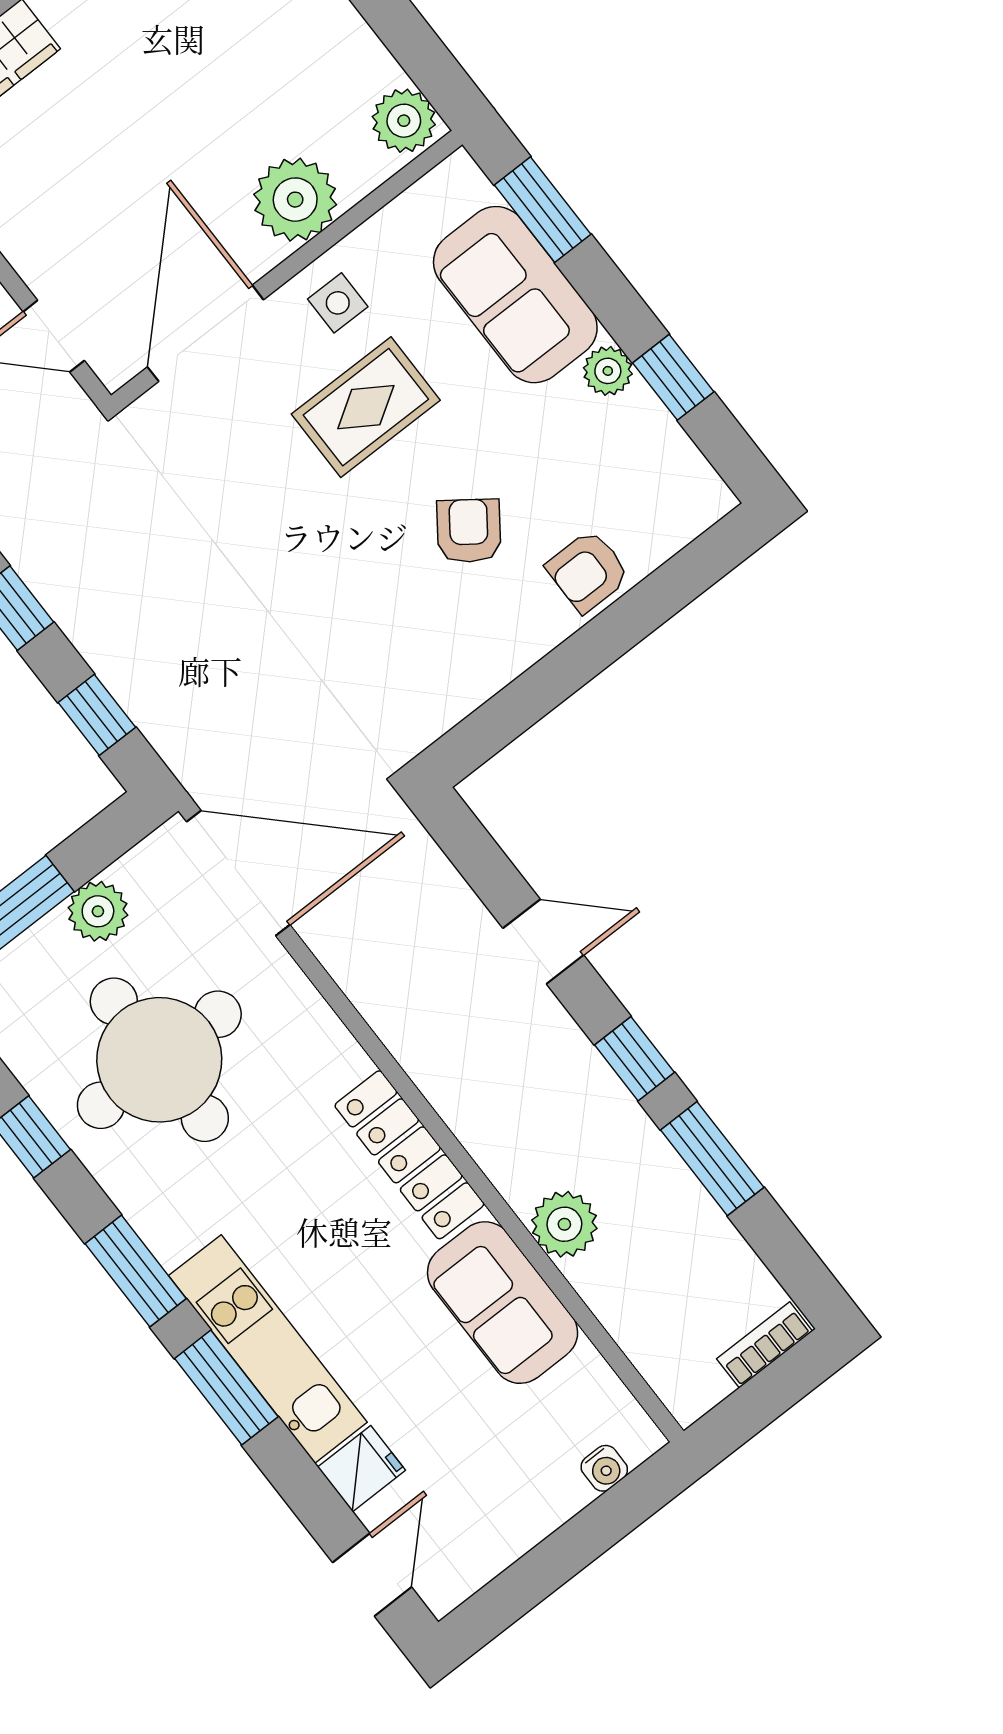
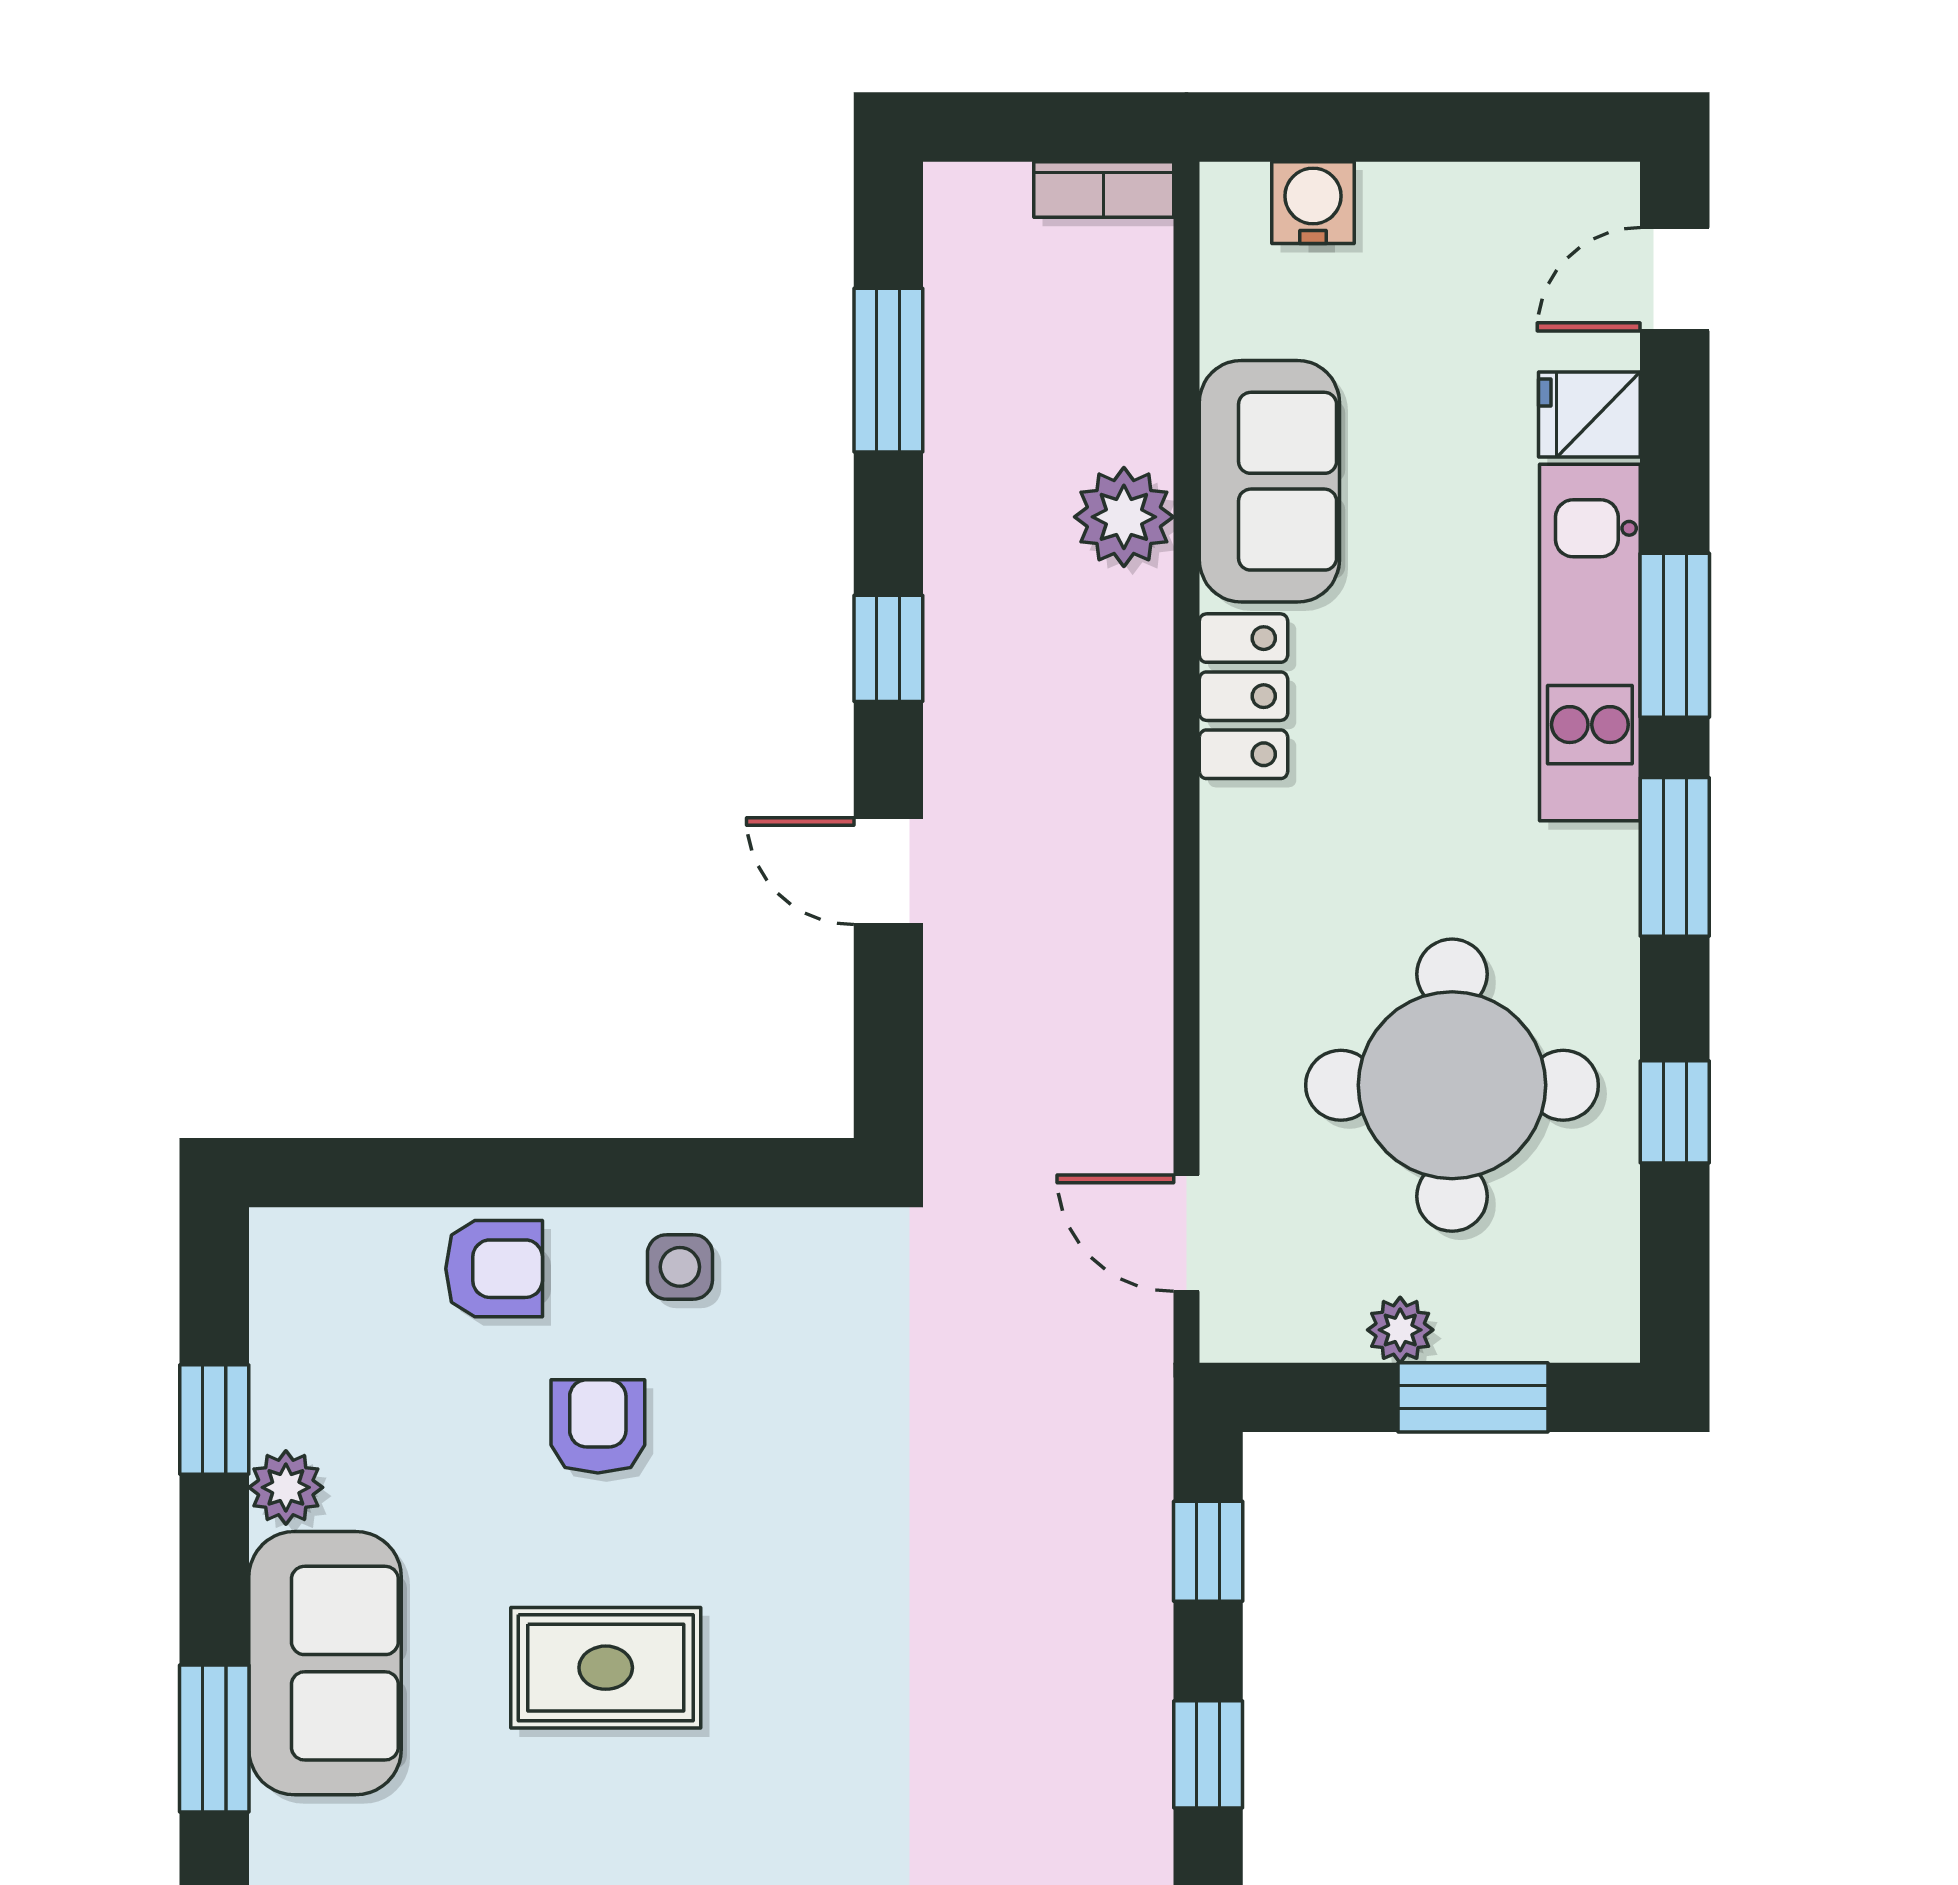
side table: (338, 303) -> (680, 1267), moved
armchair: (469, 531) -> (598, 1426), turned 144
door: (238, 873) -> (1187, 1233), width x0.53
plant: (98, 911) -> (1400, 1330), width x0.73, depth x0.73
locker: (409, 1155) -> (1243, 696), width x0.66
window: (712, 1159) -> (888, 370), moved
bookcase: (765, 1345) -> (1104, 189), moved
water cooler: (604, 1468) -> (1313, 203), width x1.38, depth x1.38

